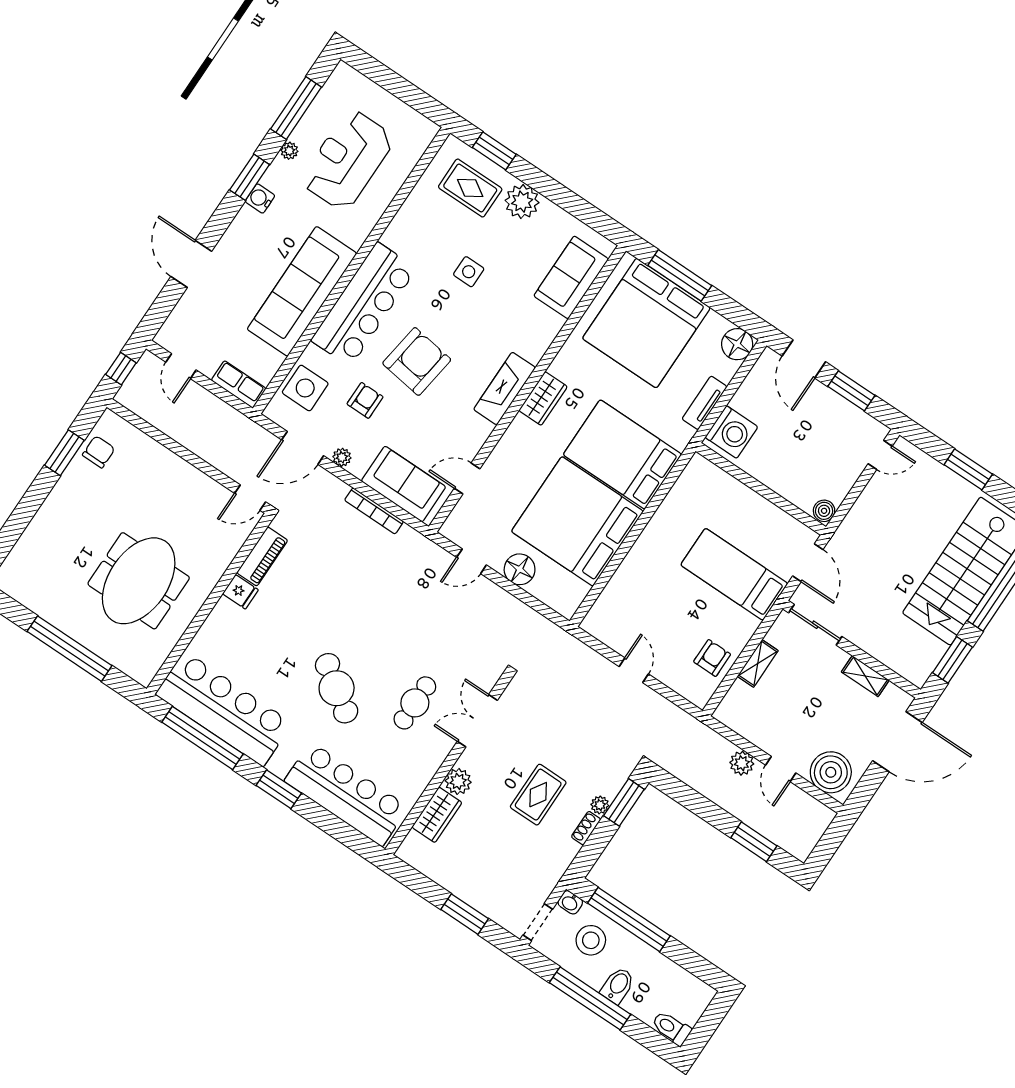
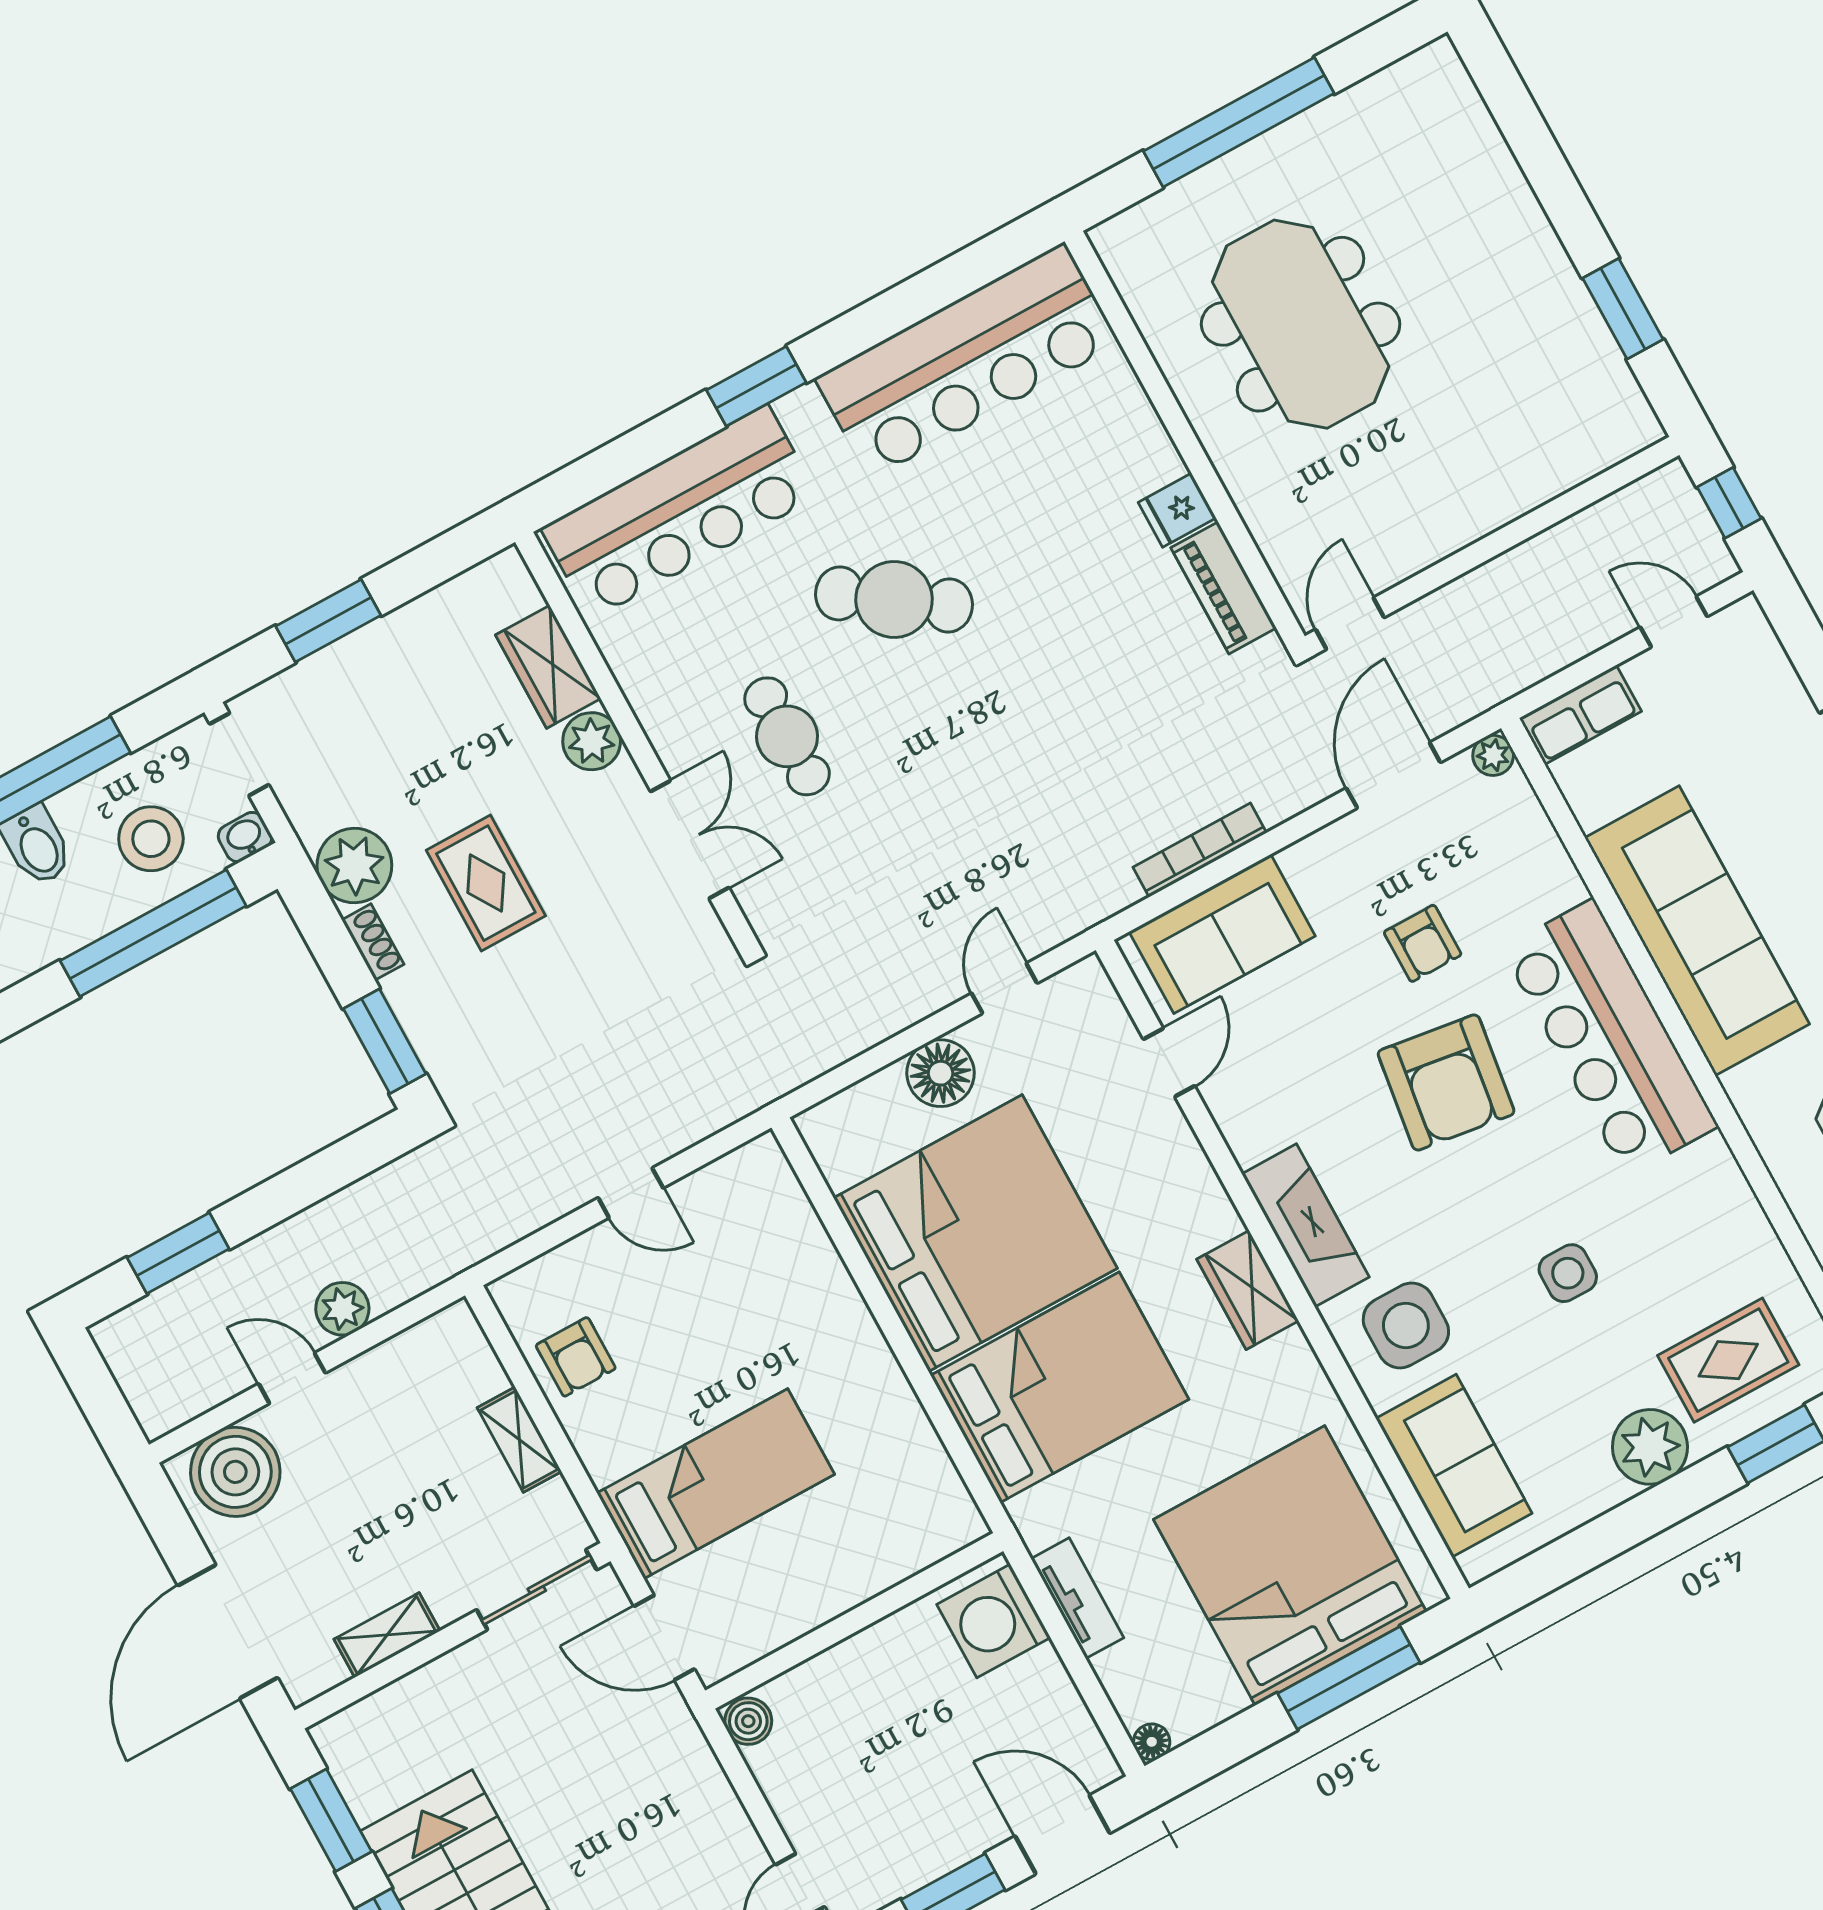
floor lamp: (737, 344) -> (1152, 1742), width x0.53, depth x0.53
side table: (305, 388) -> (1406, 1325), moved
chair: (99, 452) -> (1590, 376), removed
plant: (342, 457) -> (1493, 755), moved
window: (203, 738) -> (932, 290), removed
plant: (600, 805) -> (354, 866), moved, width x1.88, depth x1.88

